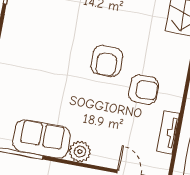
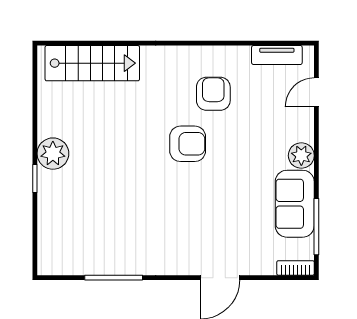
tv unit: (168, 132) -> (277, 55), moved

